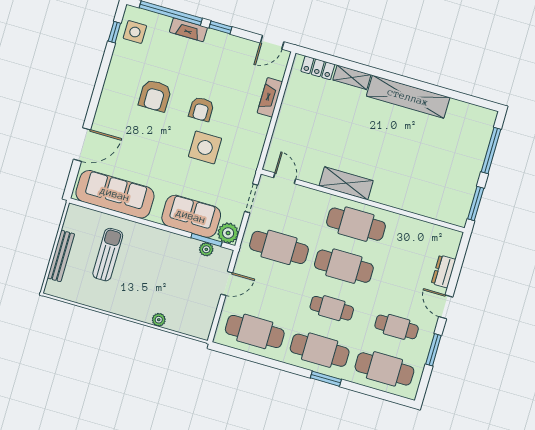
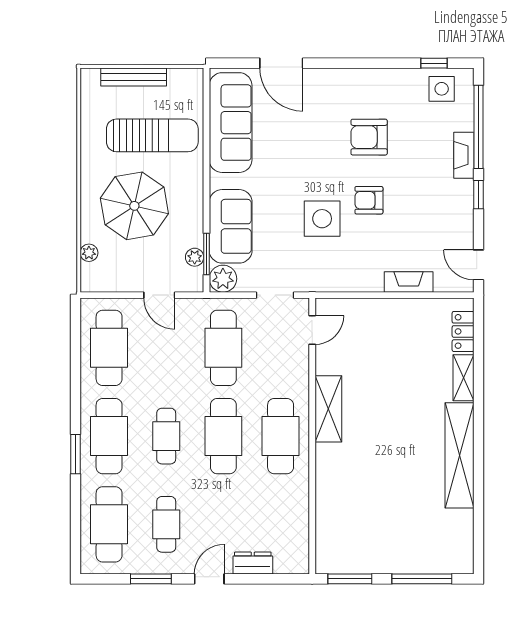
sun lounger: (108, 255) -> (152, 135), width x1.36, depth x1.34
parasol: (156, 283) -> (134, 206), added
plant: (159, 320) -> (89, 253), moved

